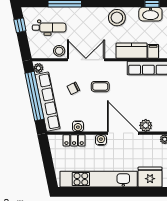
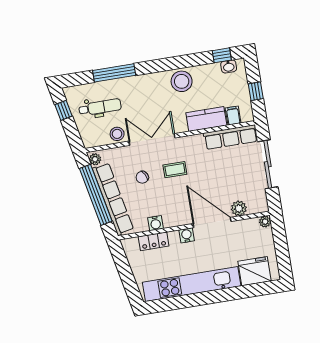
washbasin: (150, 14) -> (229, 66), width x0.52, depth x0.69

